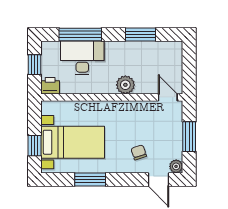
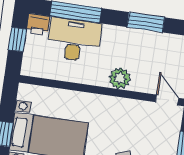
printer: (50, 86) -> (38, 24), moved, turned 180

